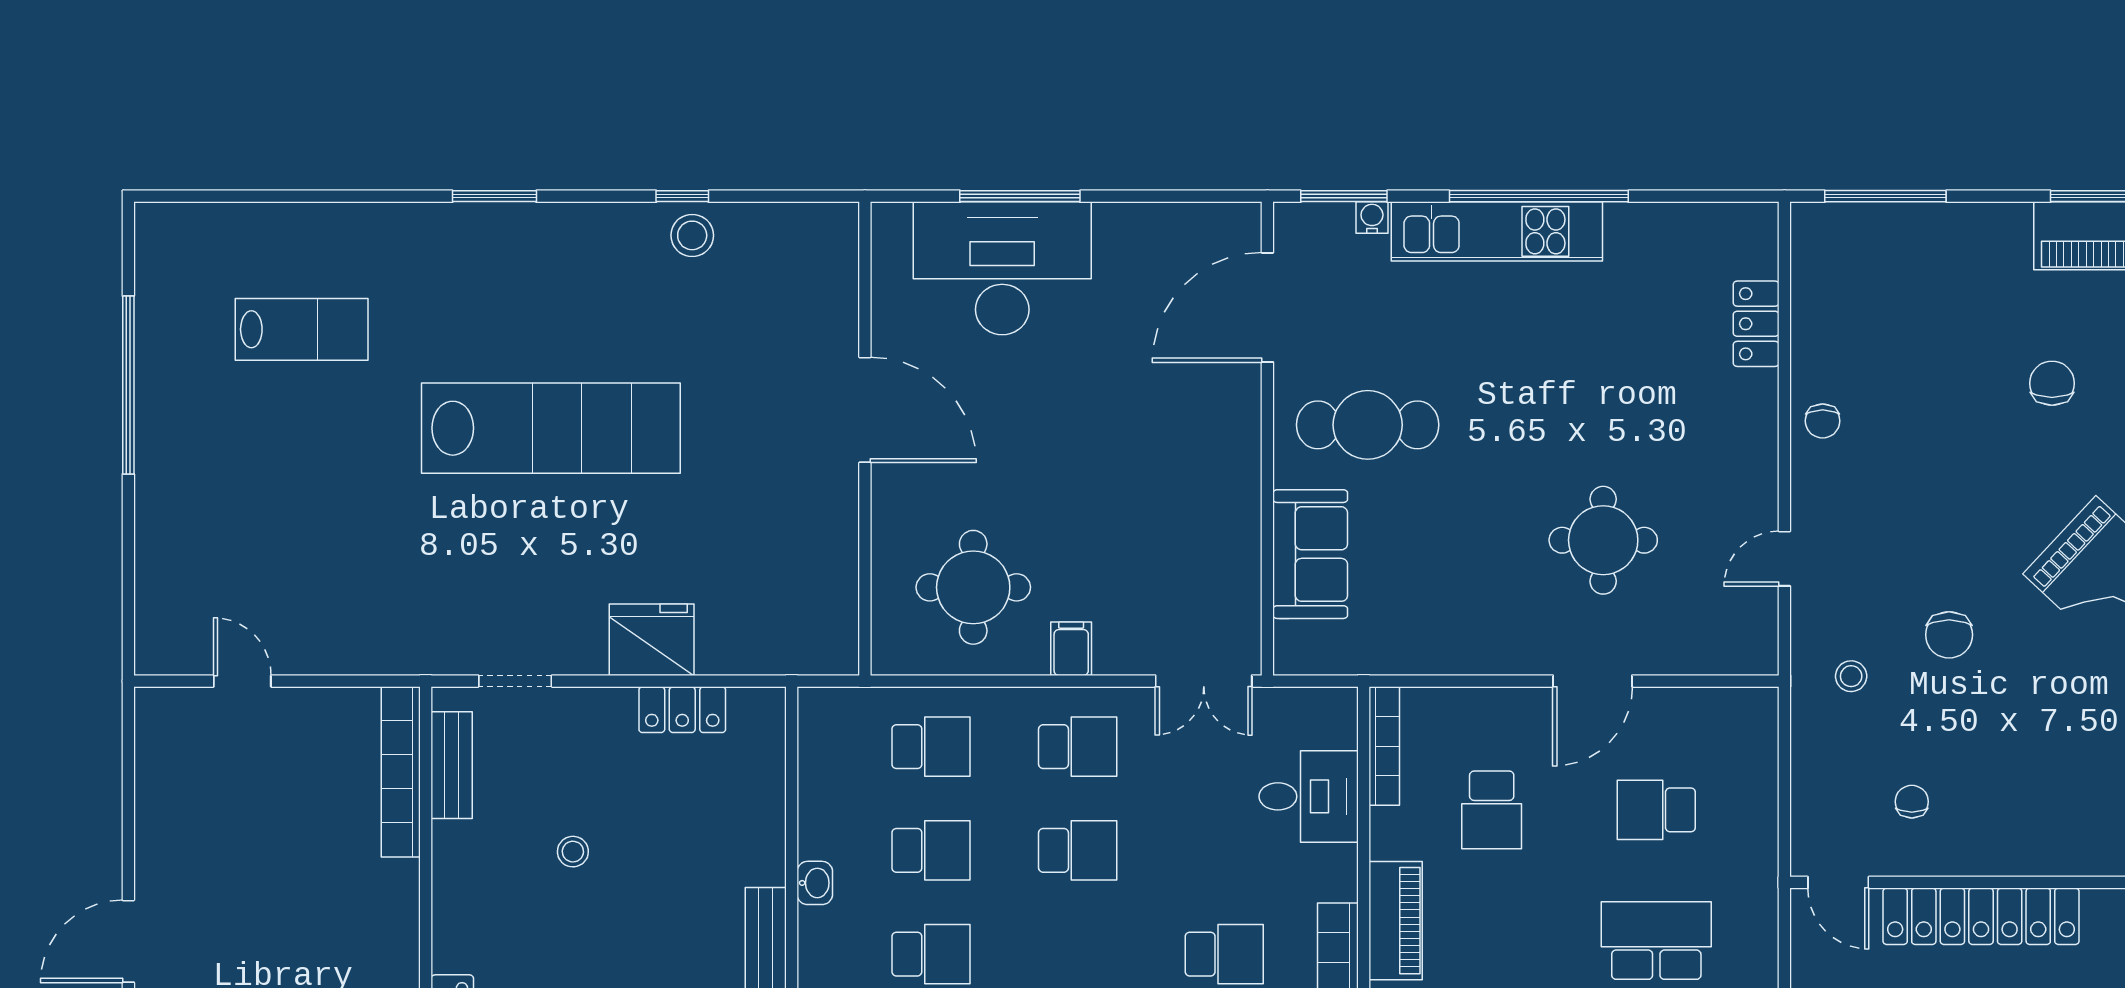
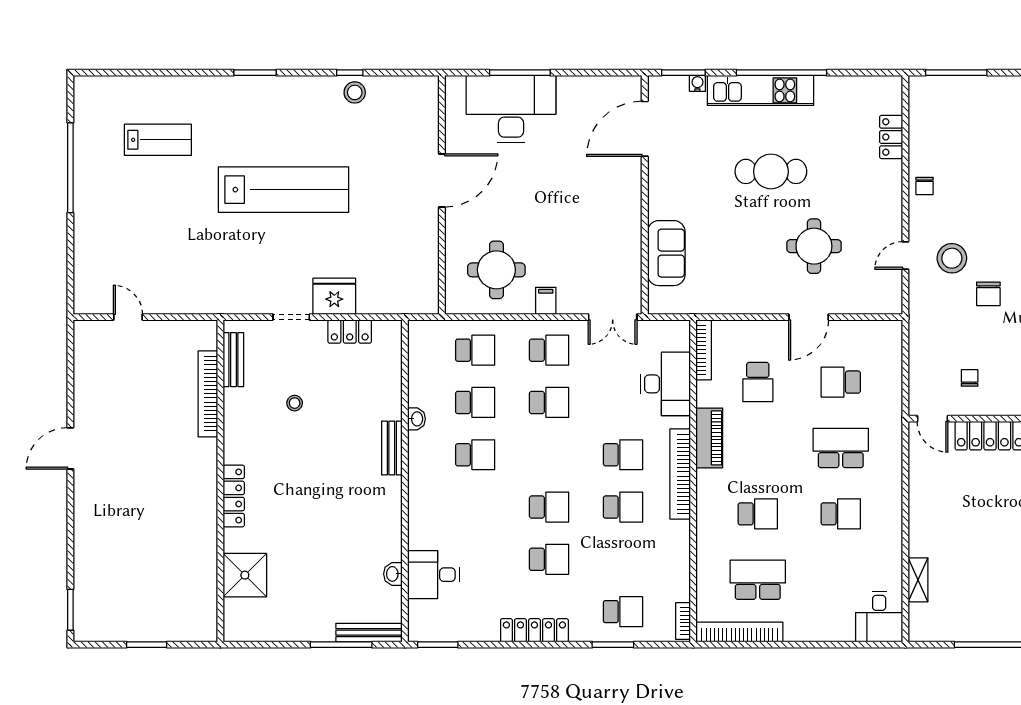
door: (865, 410) -> (442, 180), hinge flipped
cafe table: (1368, 425) -> (771, 171), moved
stool: (1851, 676) -> (952, 258), moved, width x1.89, depth x1.89
doorway: (515, 681) -> (291, 317), moved
bookcase: (401, 772) -> (208, 394), moved
desk: (1309, 796) -> (665, 384), width x1.37

